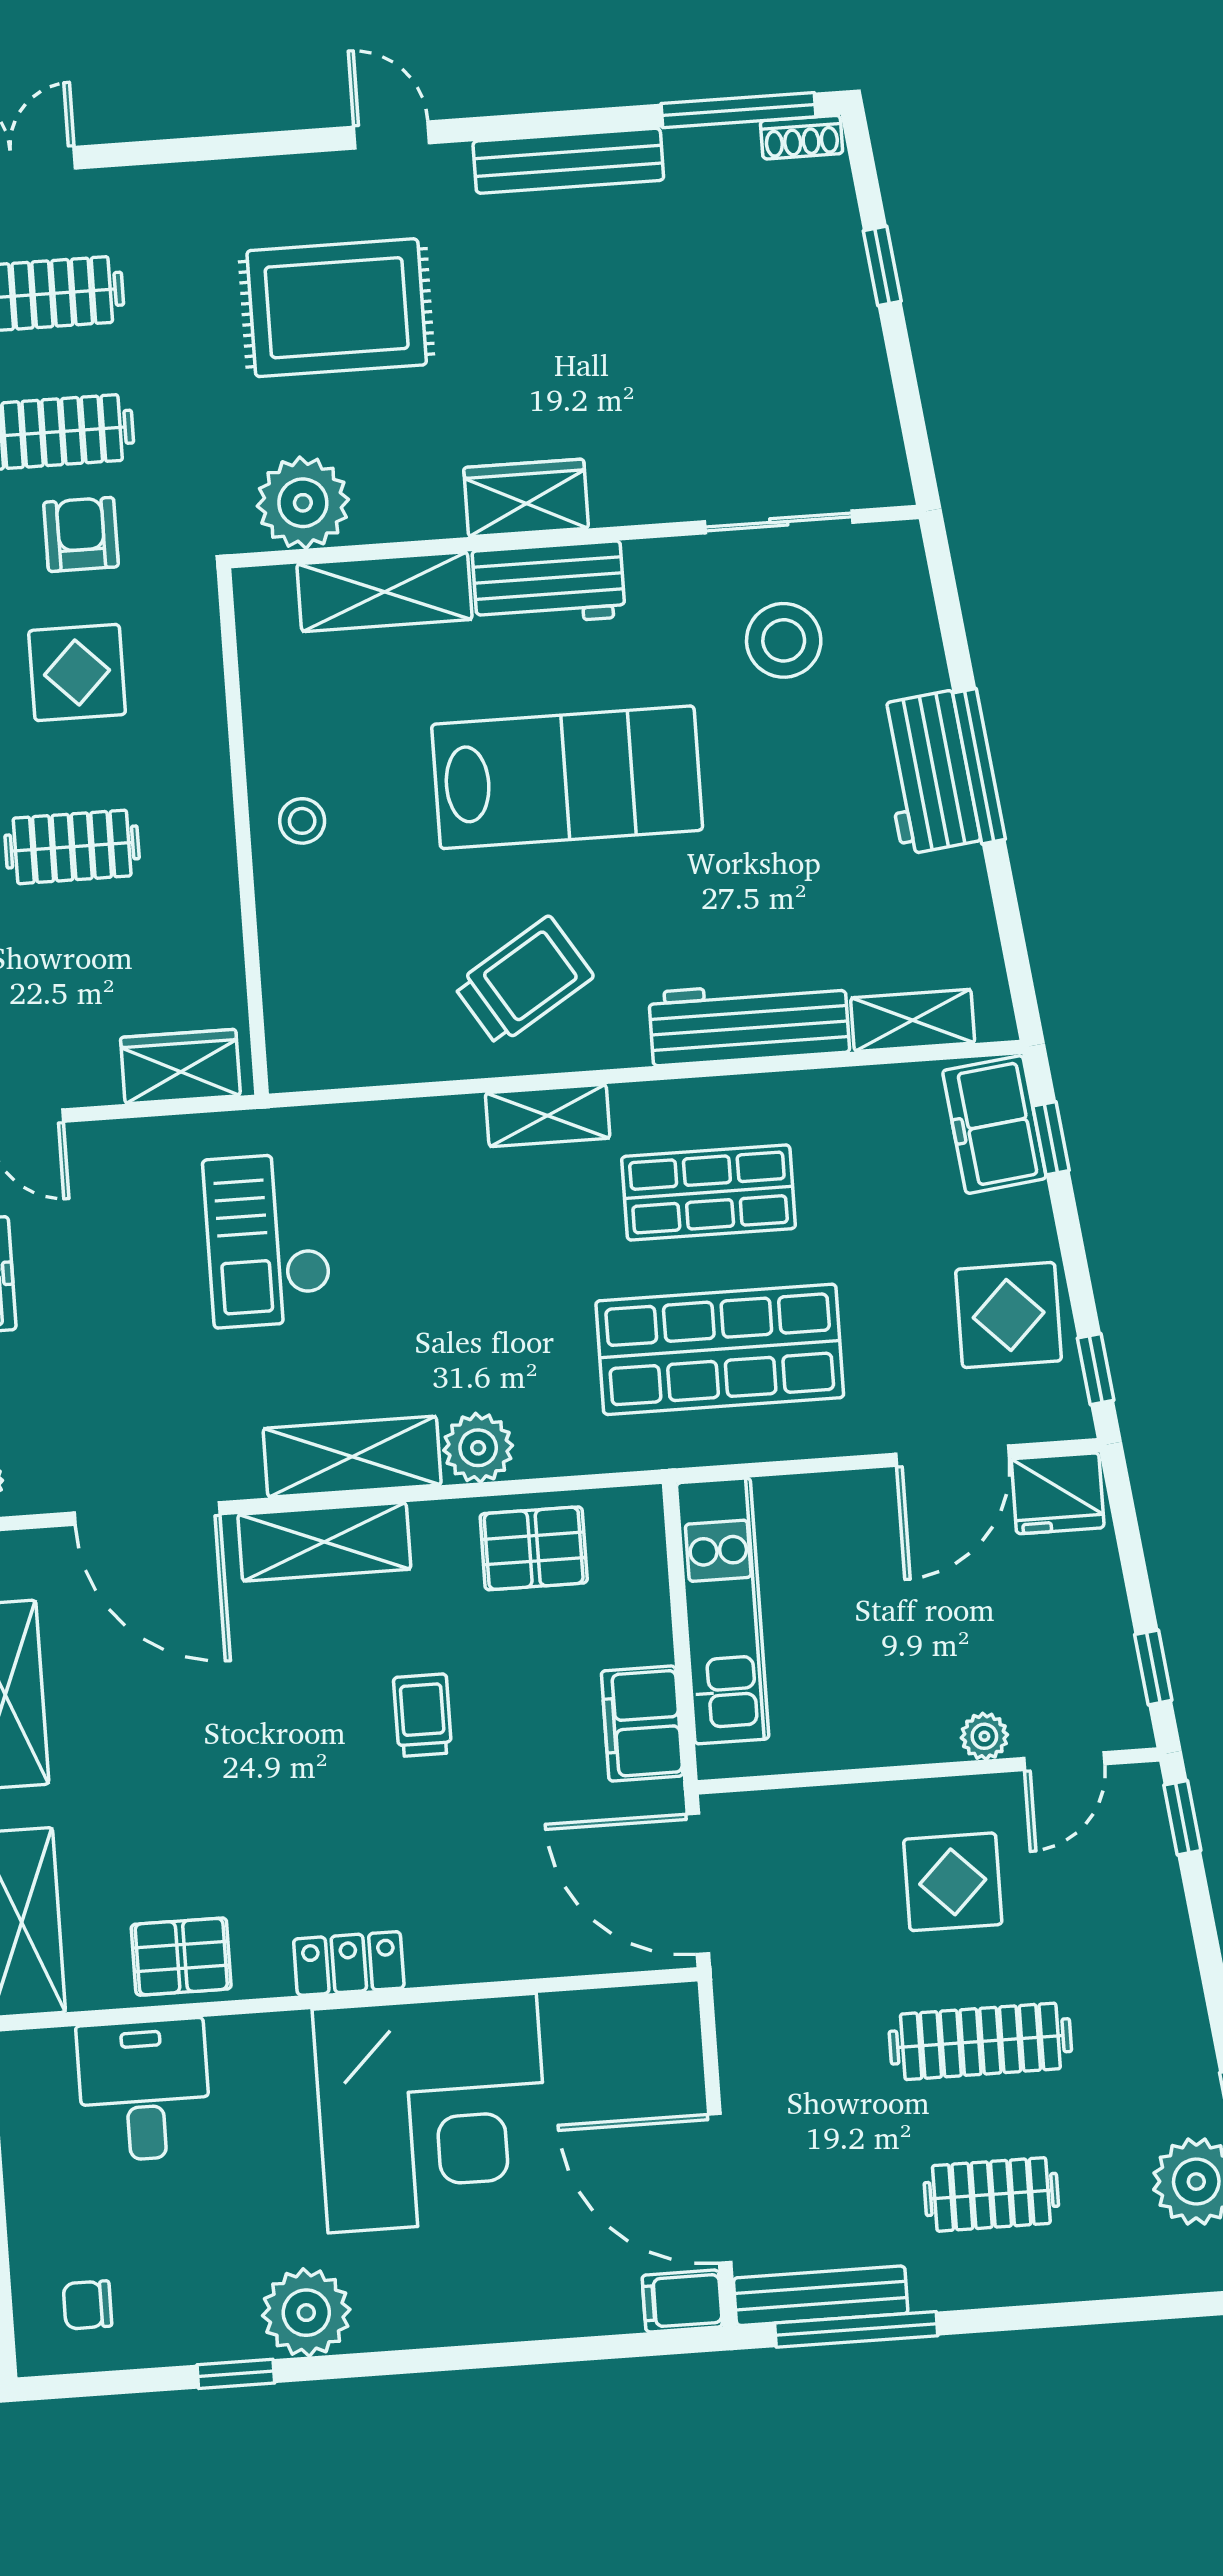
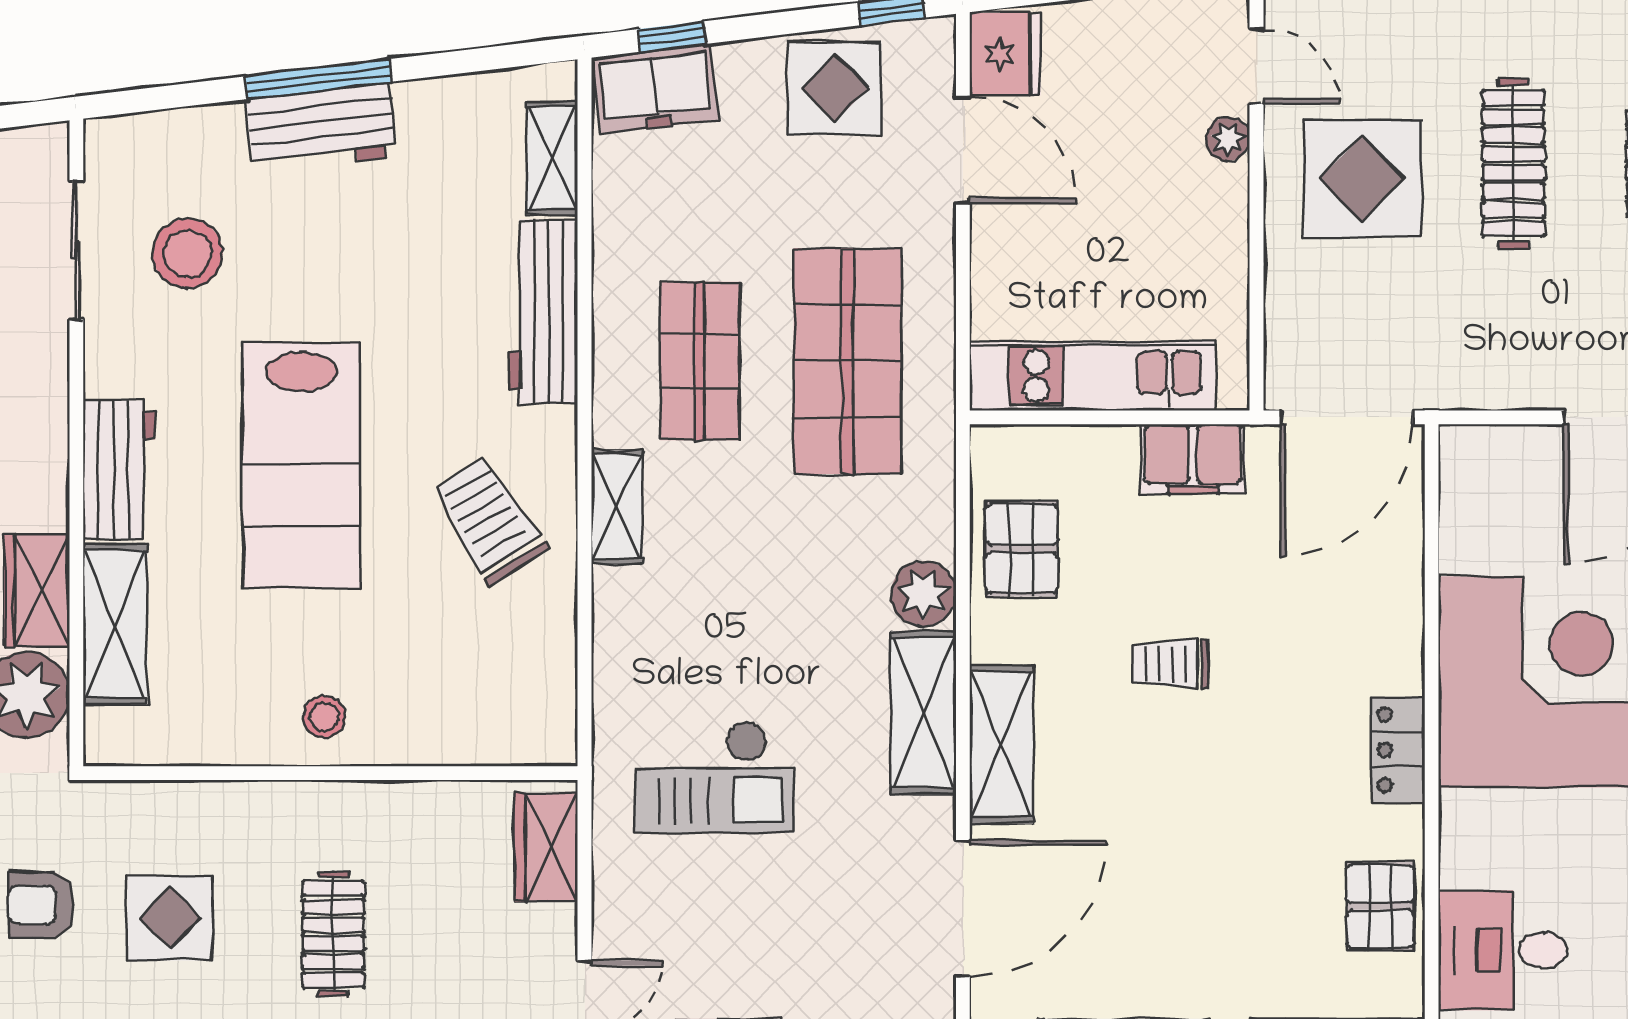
wardrobe: (526, 498) -> (37, 591), moved
lab bench: (567, 777) -> (301, 466), turned 180
display table: (953, 1882) -> (1362, 178), width x1.36, depth x1.36

